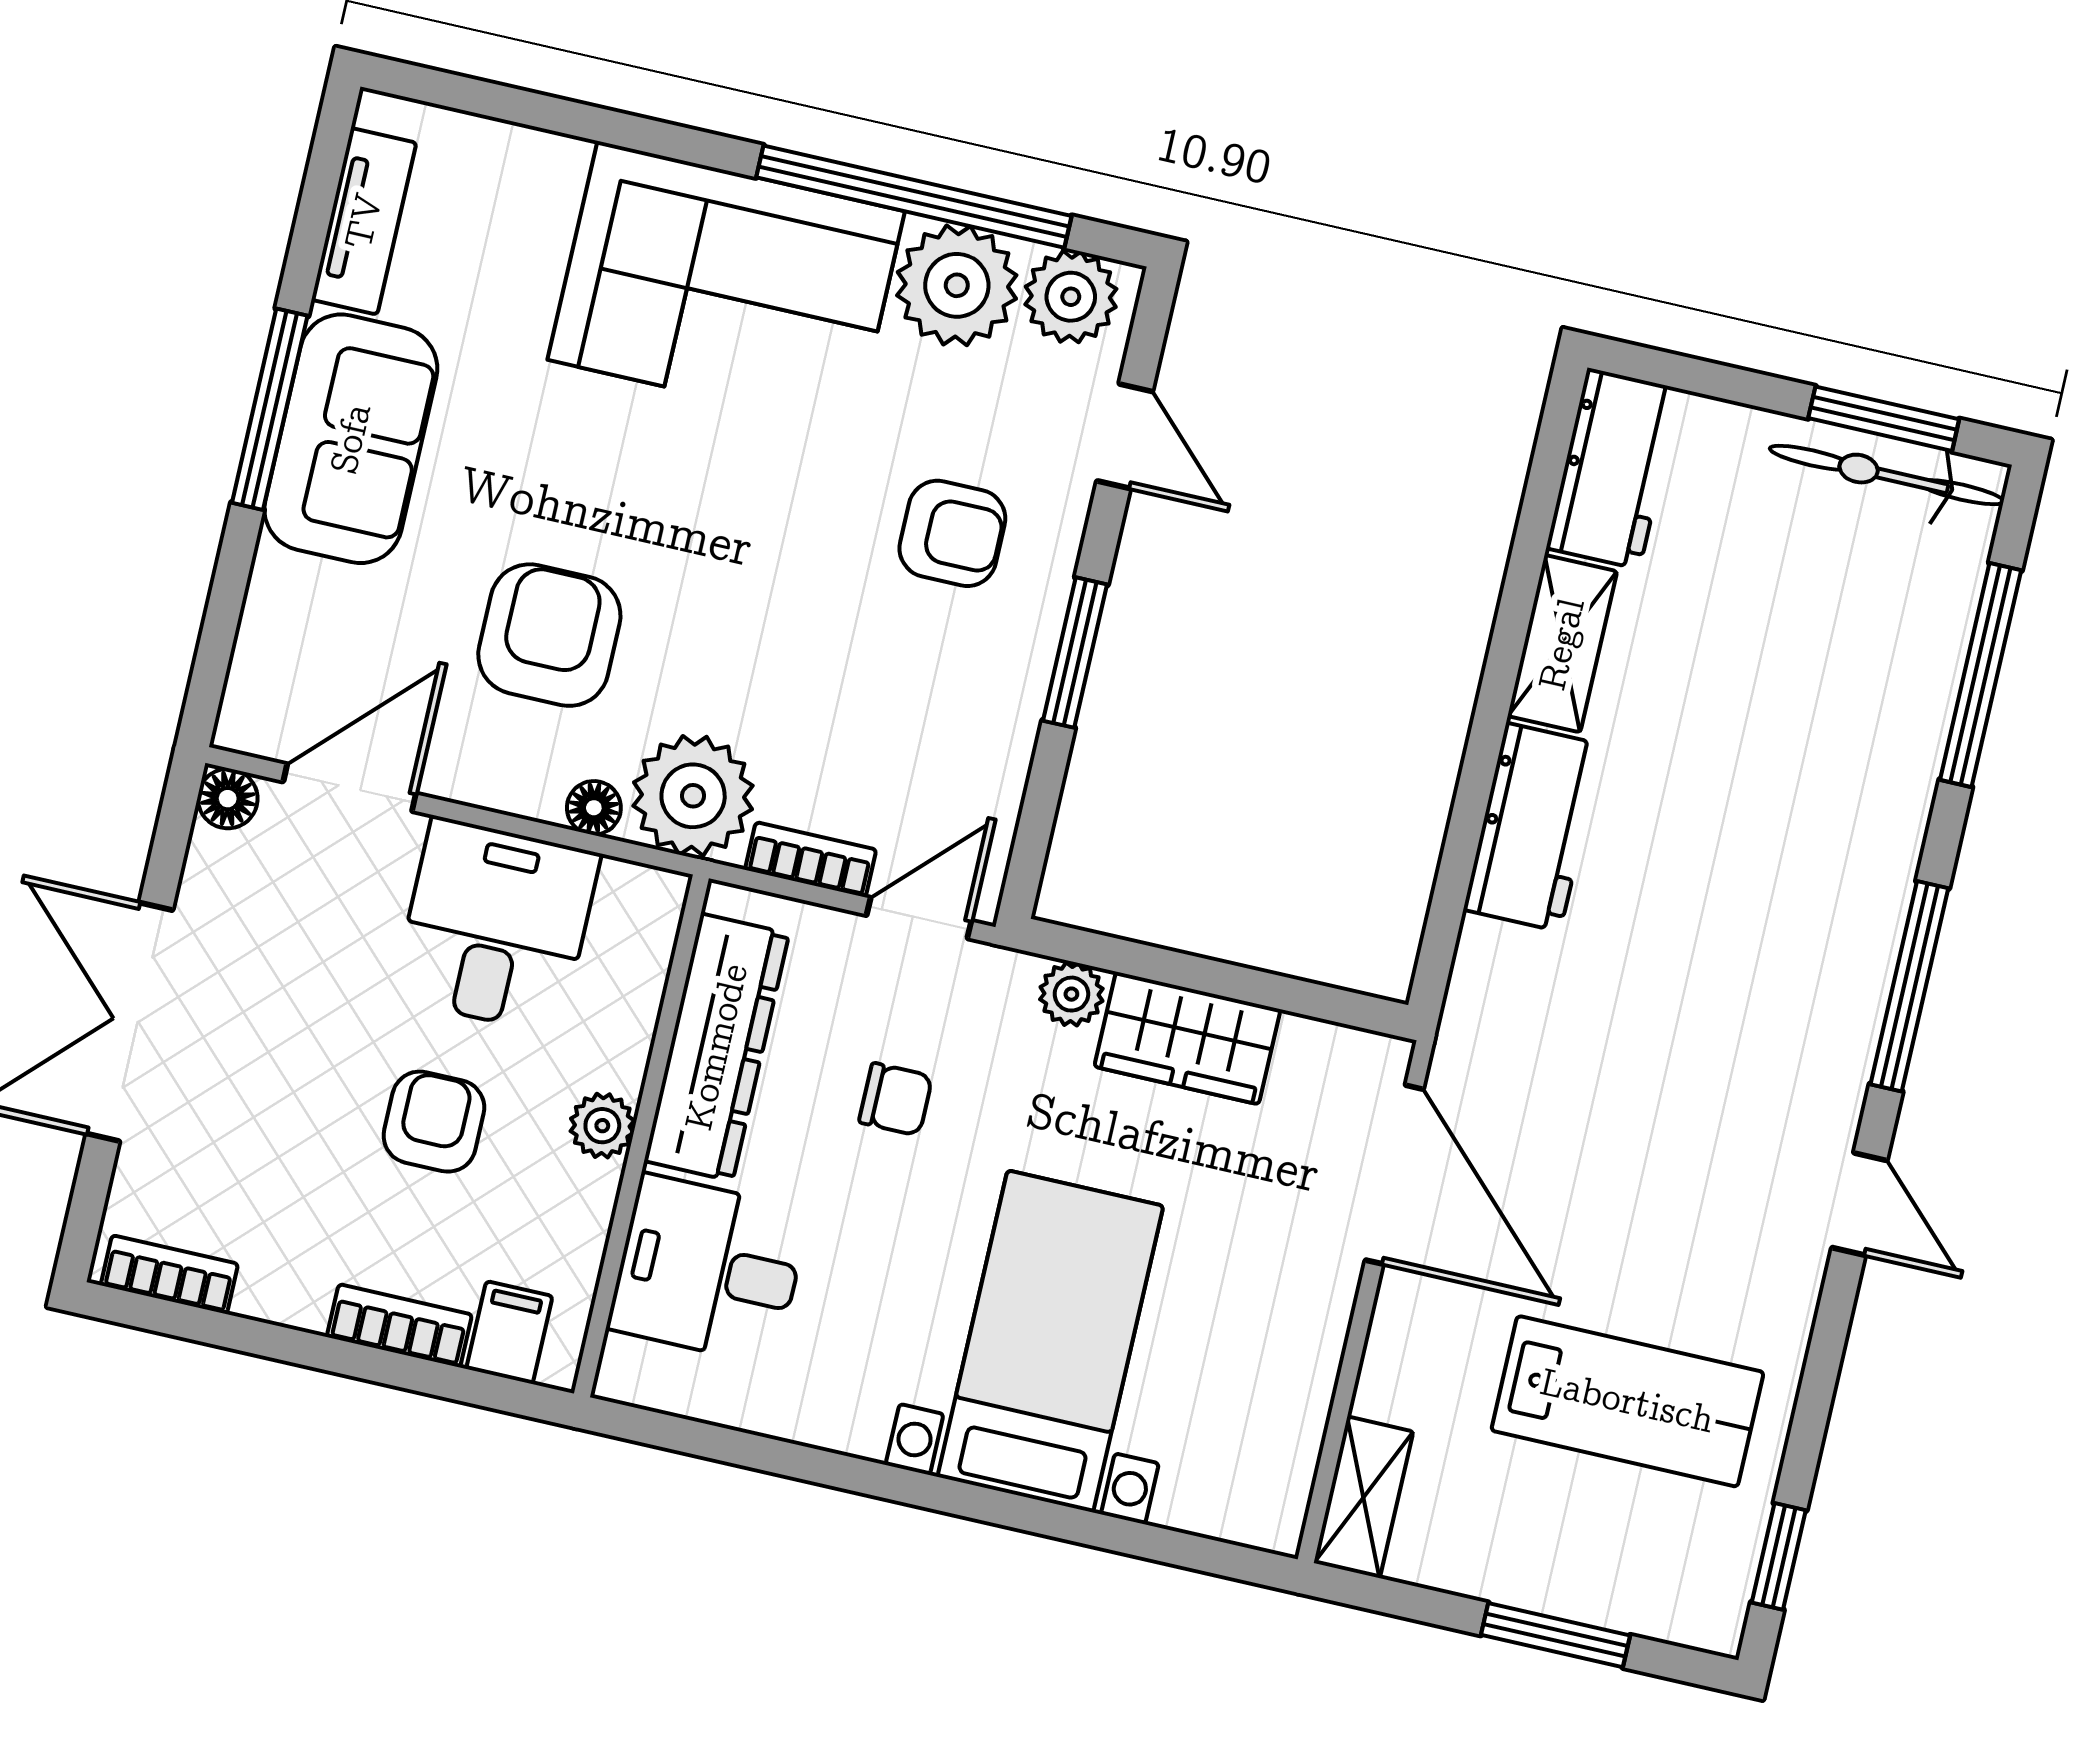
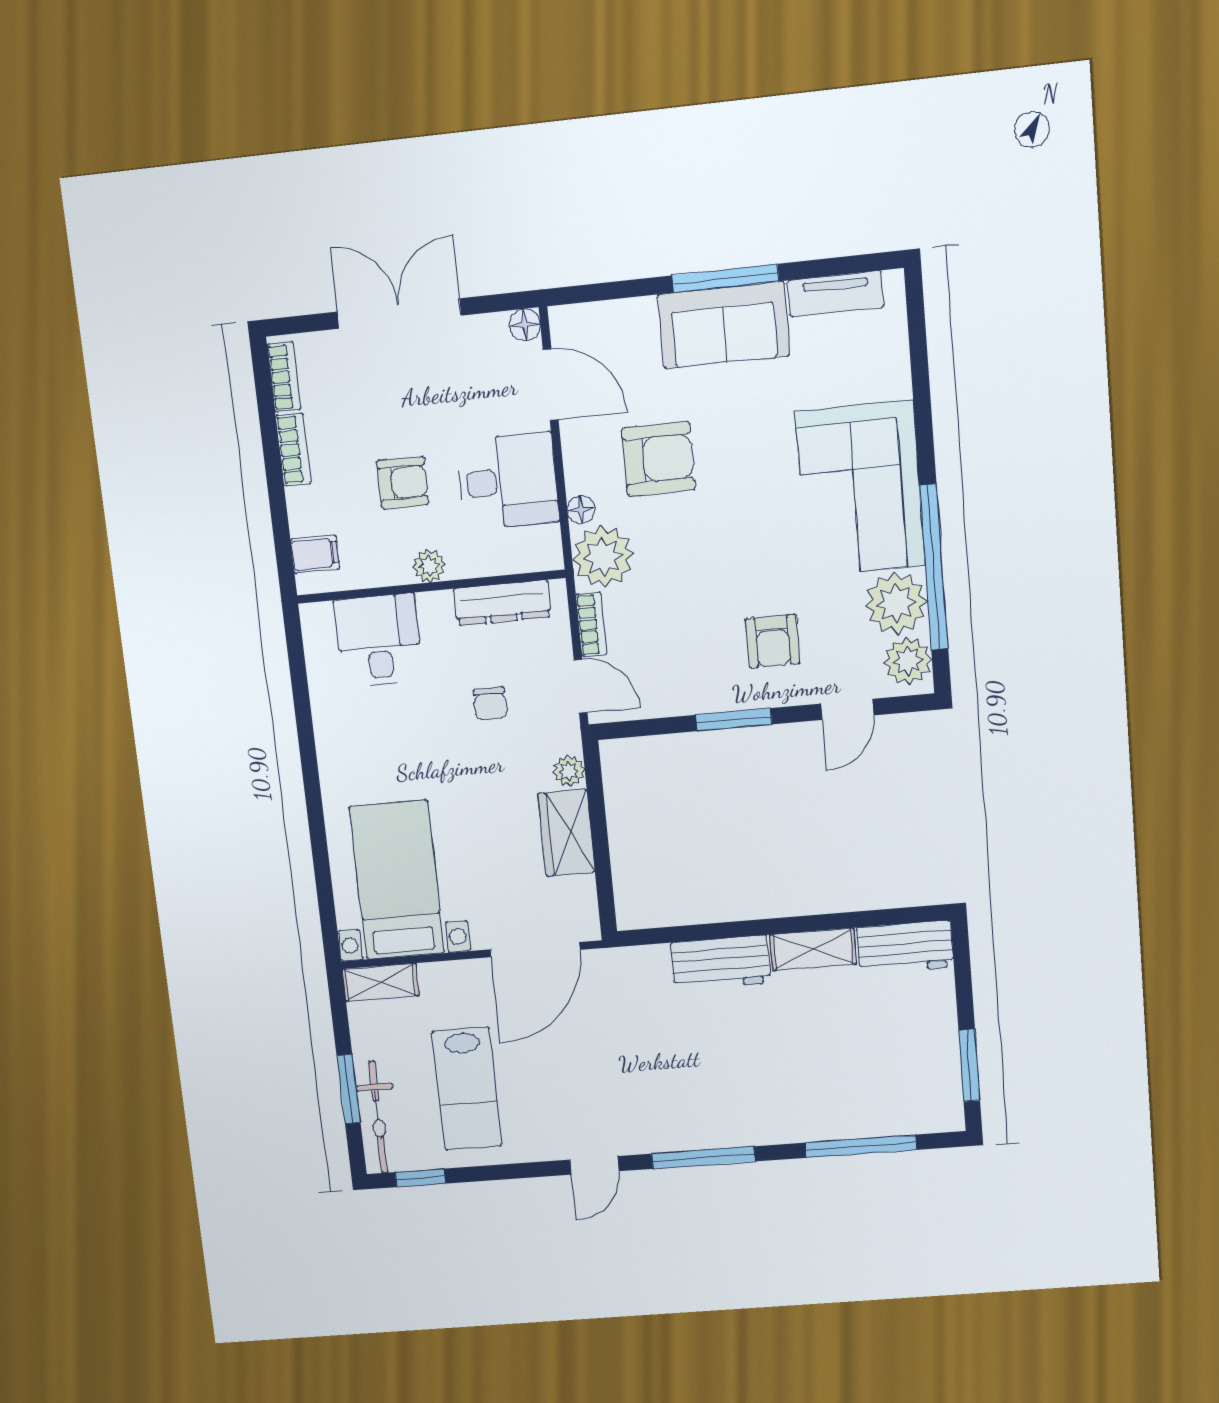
bicycle: (1887, 475) -> (378, 1117), moved, turned 180
dresser: (717, 1047) -> (502, 603), width x0.73, depth x0.80
bookcase: (399, 1326) -> (293, 450), moved
bed with nightstands: (1050, 1341) -> (397, 880), moved, turned -90

